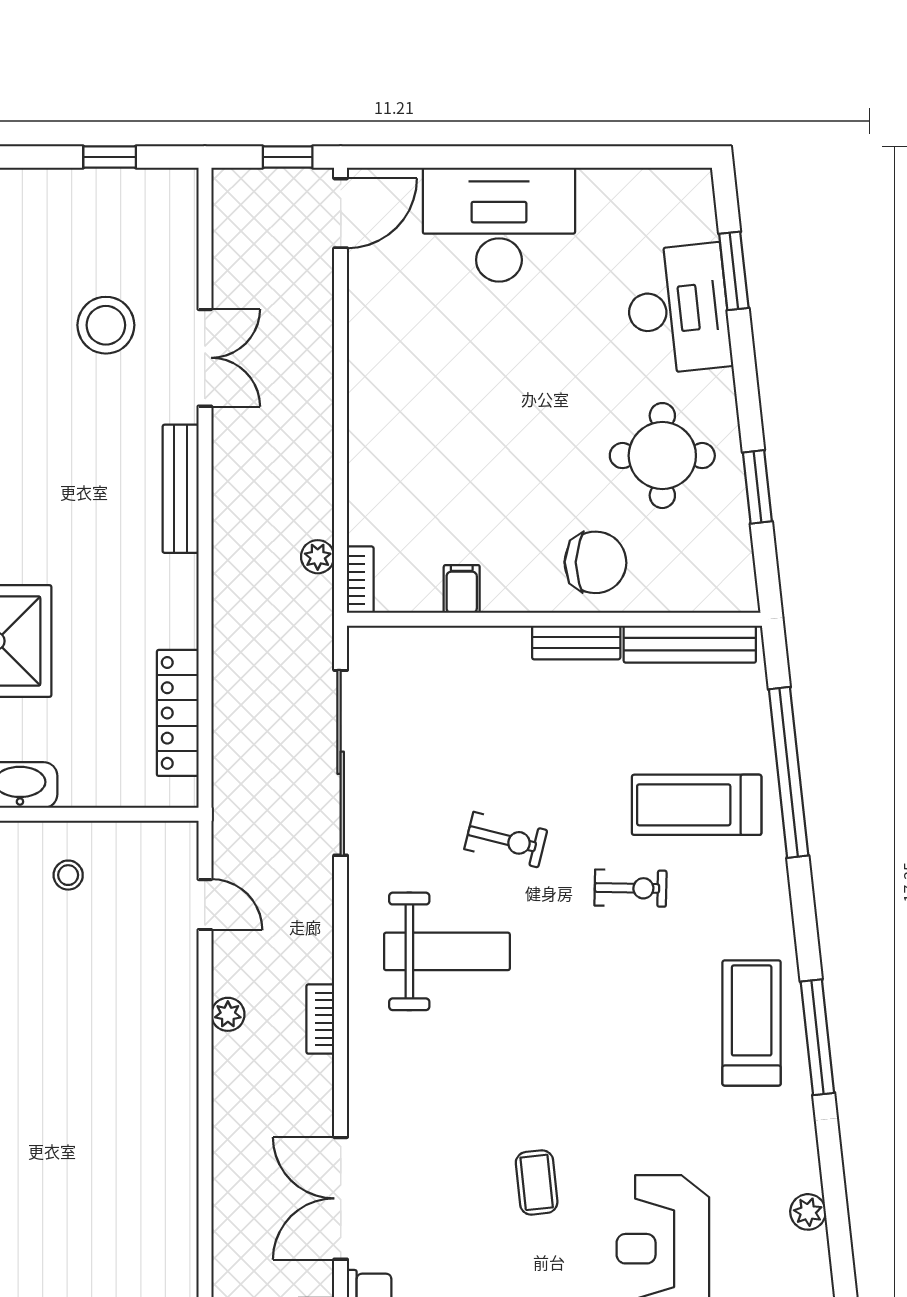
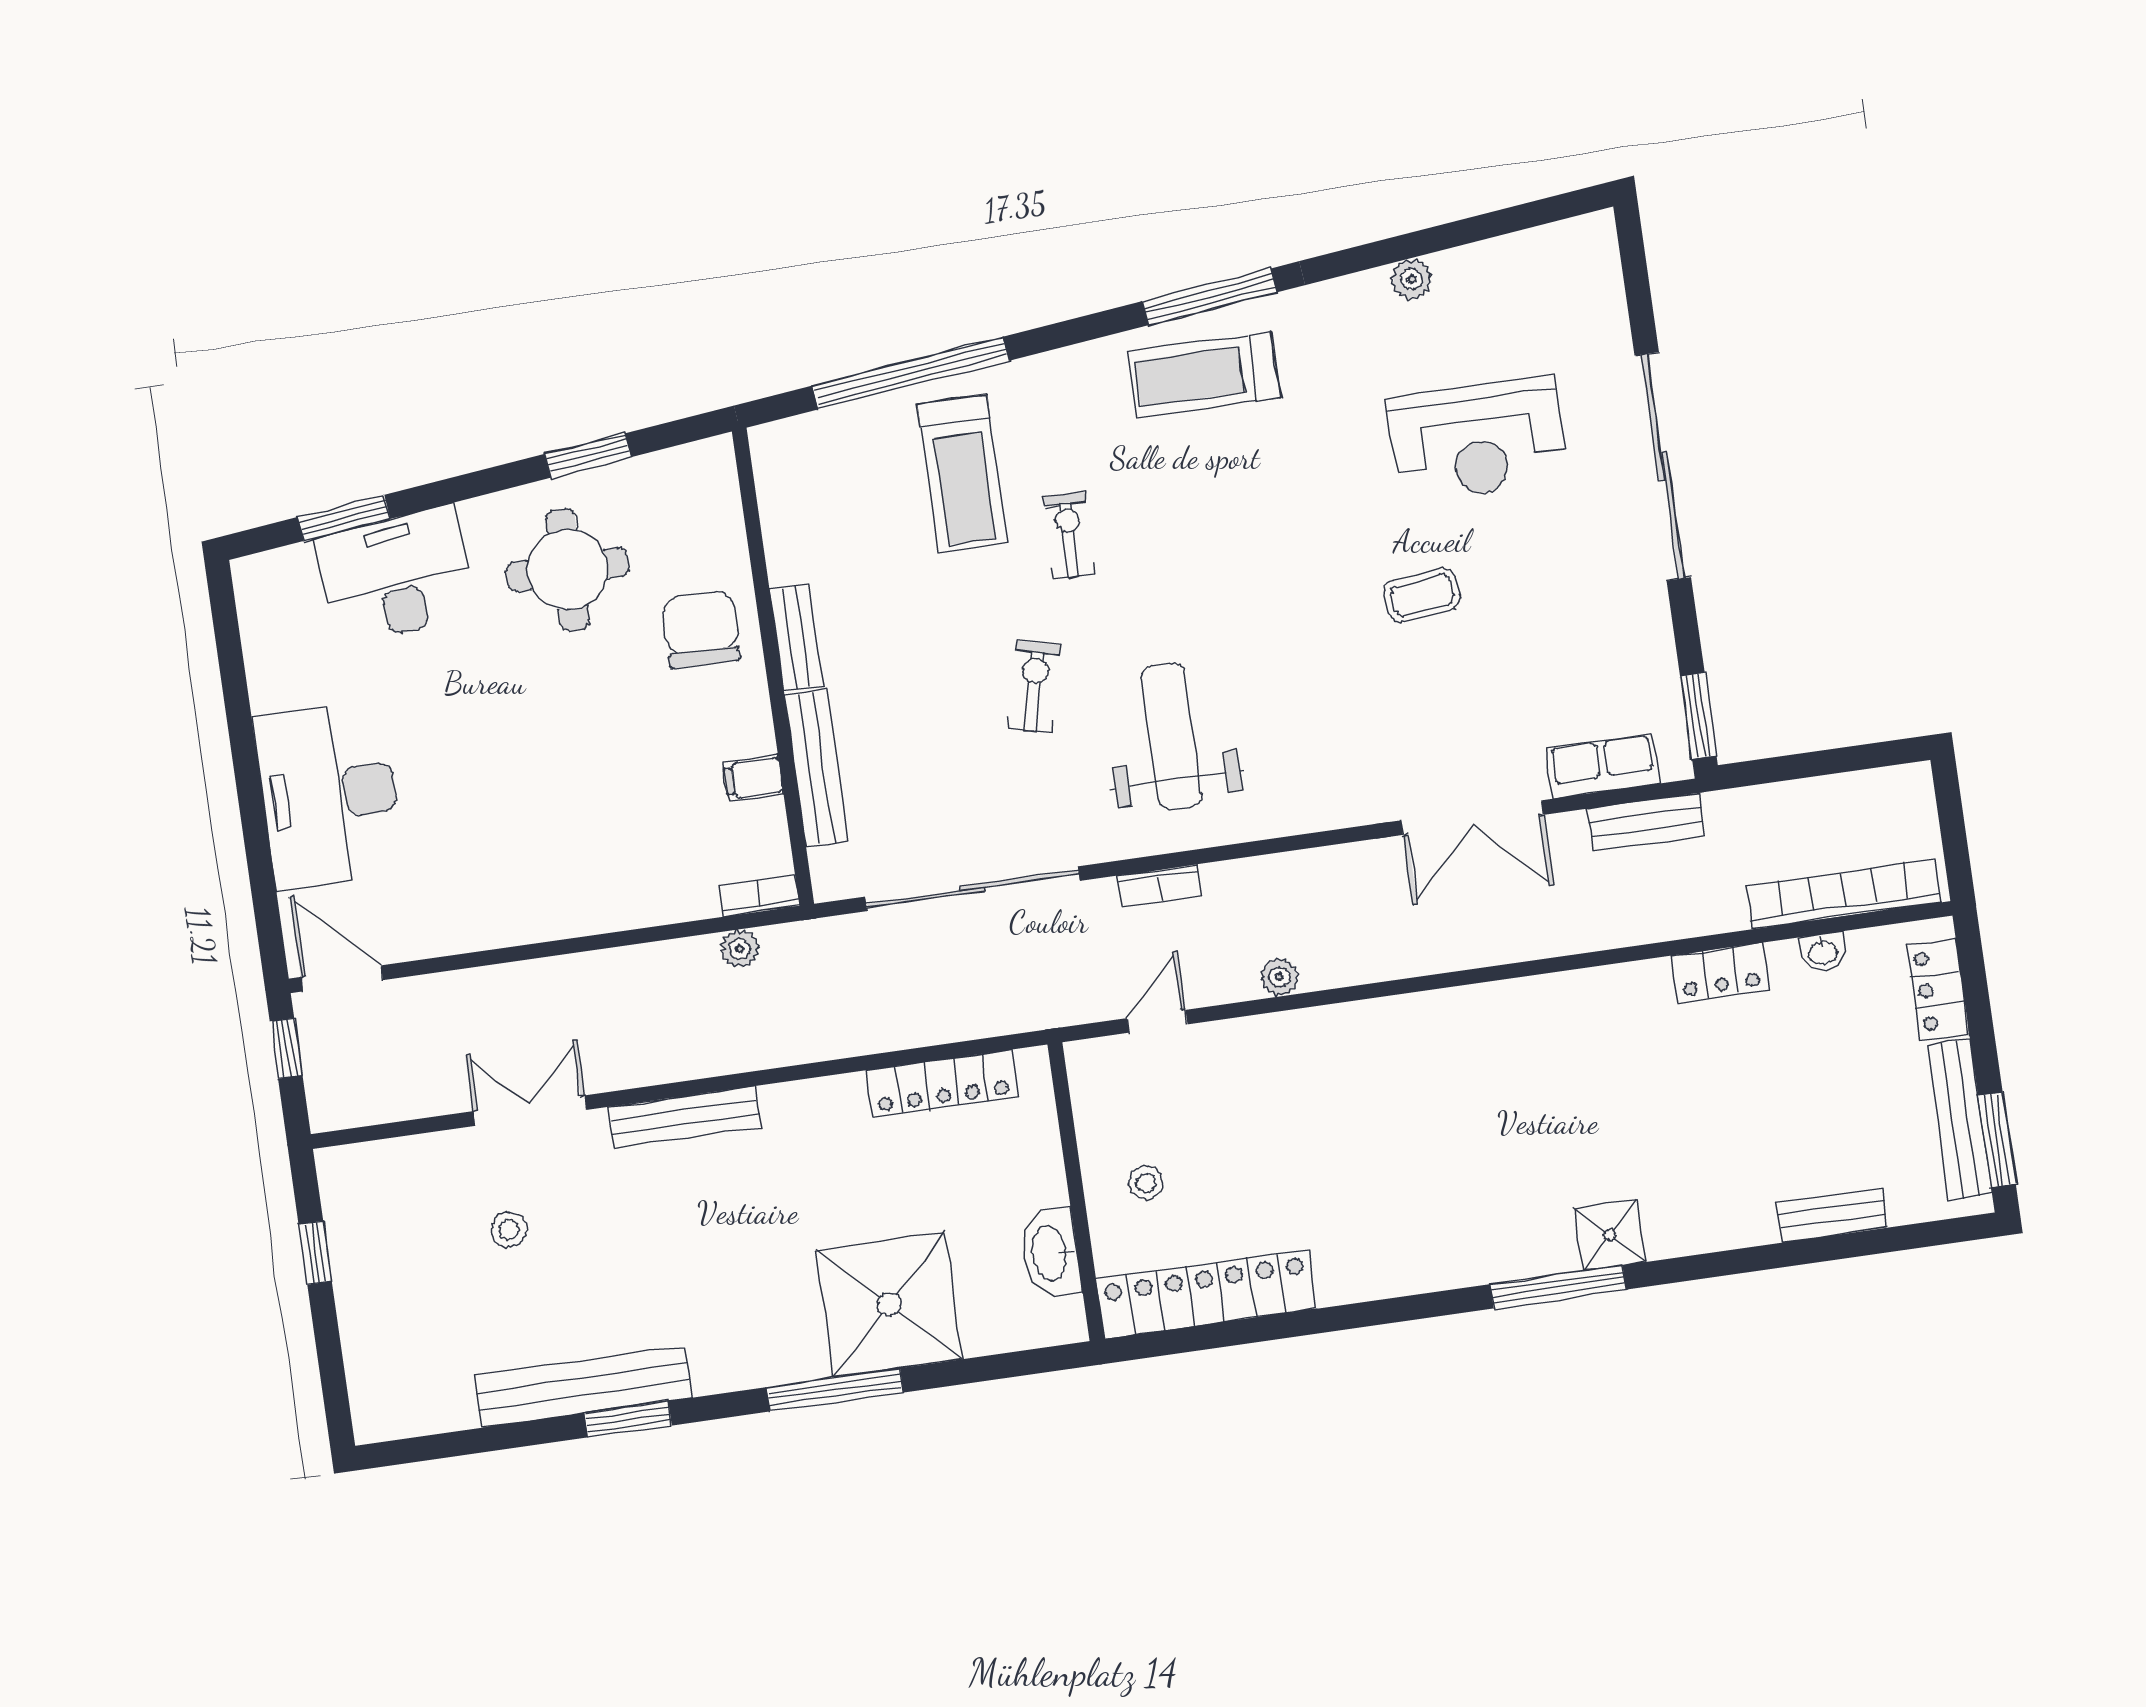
stool: (106, 325) -> (509, 1229), width x0.53, depth x0.53
bench: (690, 644) -> (816, 768), moved
bookcase: (320, 1019) -> (1159, 886), moved

